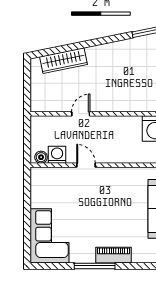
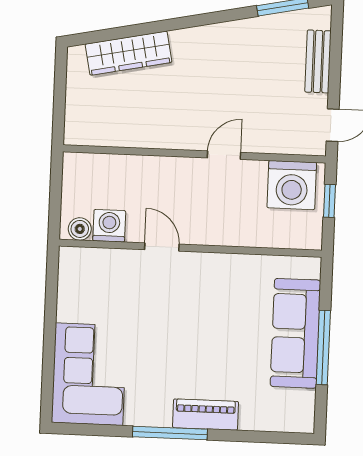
door: (81, 114) -> (224, 155), moved

